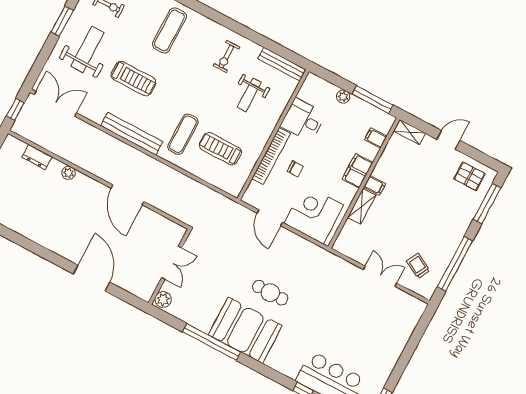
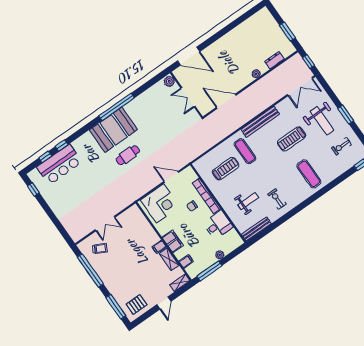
weight bench: (249, 95) -> (248, 201), turned 90
shelving: (362, 206) -> (169, 259), moved
double door: (172, 263) -> (188, 97), moved
wall: (170, 267) -> (186, 95), moved
plant: (163, 300) -> (169, 81), moved

